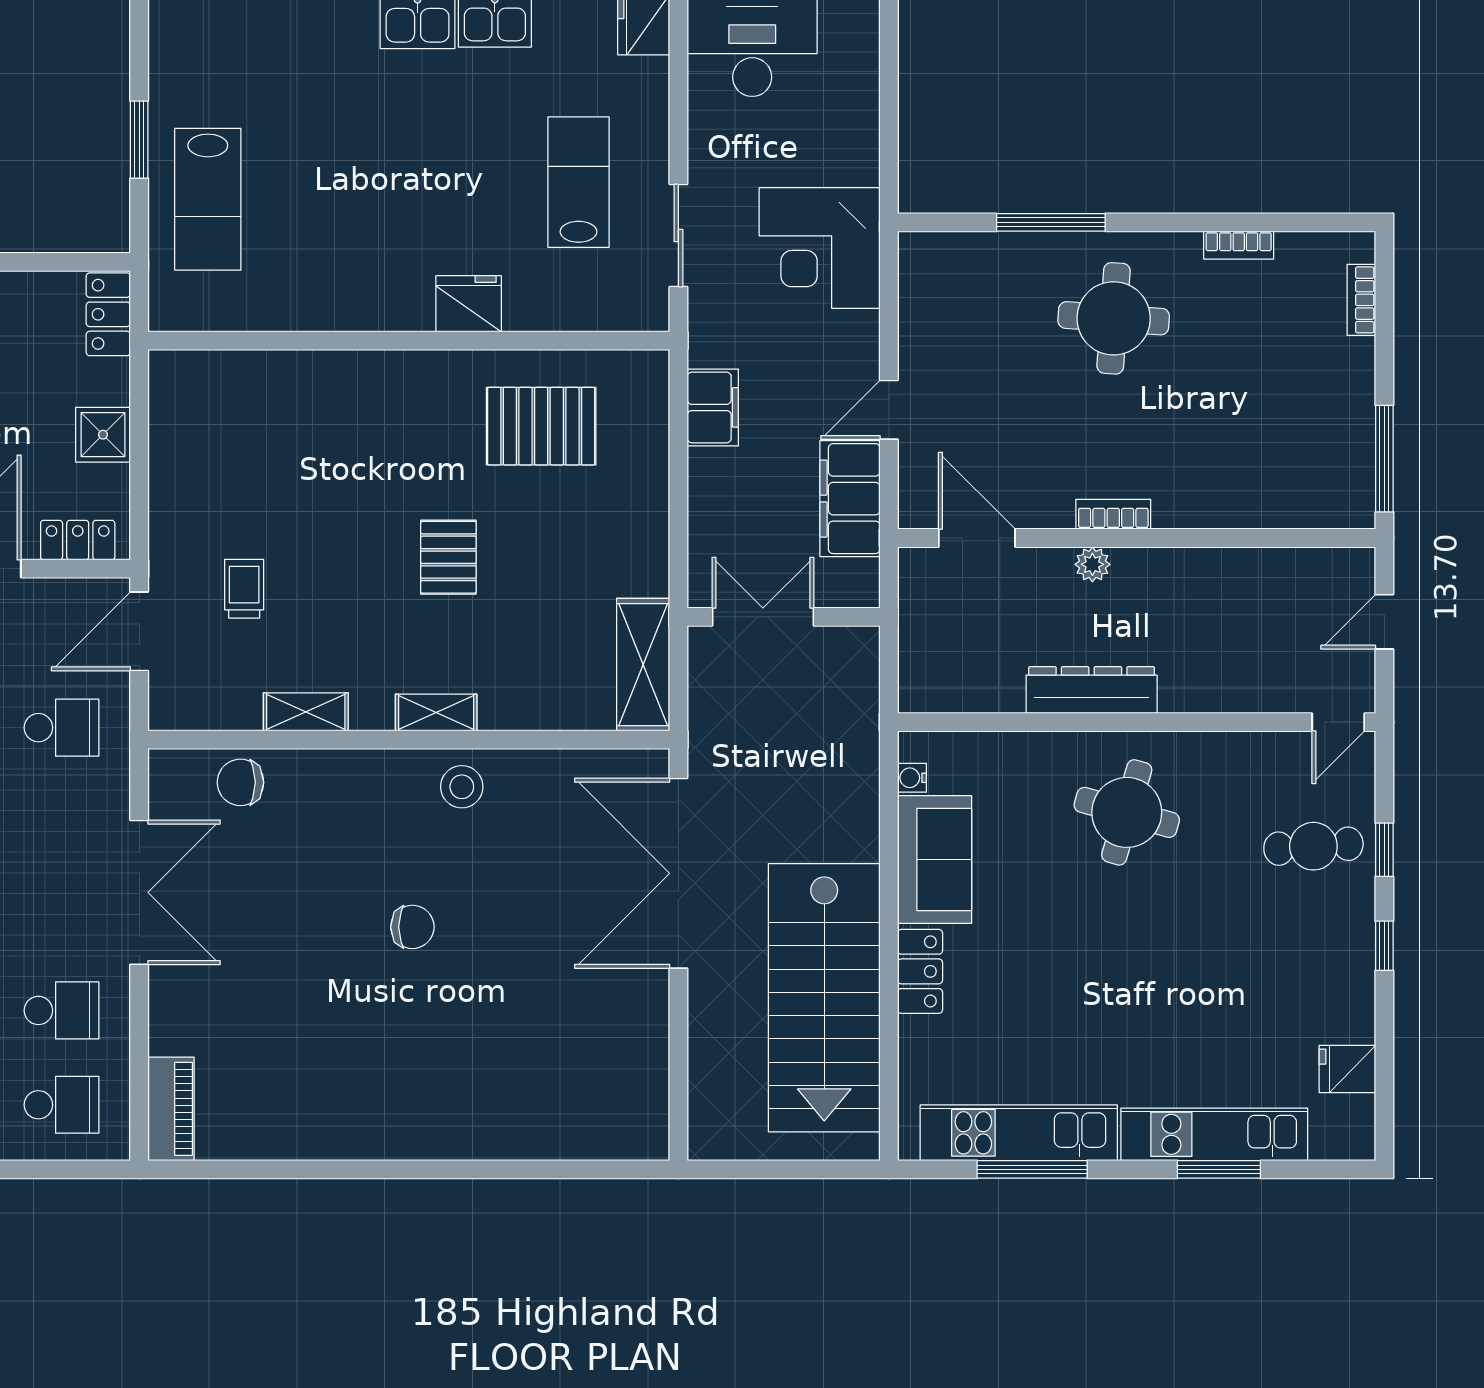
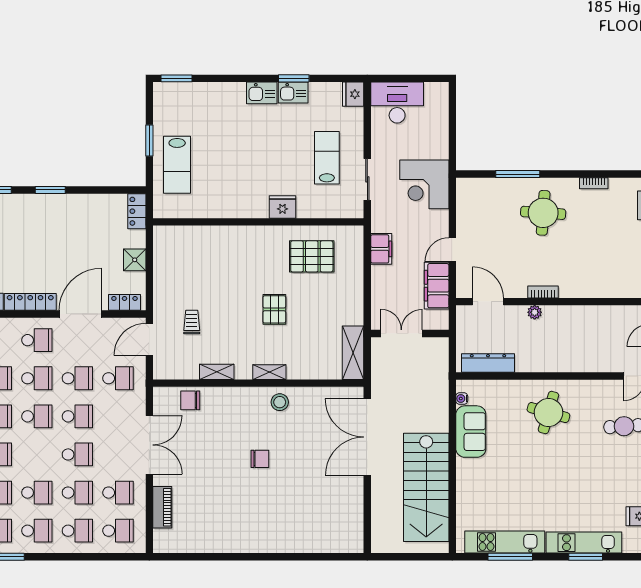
dresser: (1092, 690) -> (488, 363), moved
locker: (920, 971) -> (465, 477), removed
piano: (171, 1109) -> (162, 507), moved

